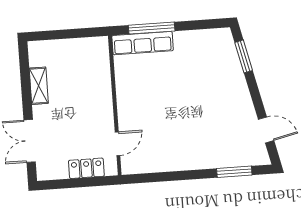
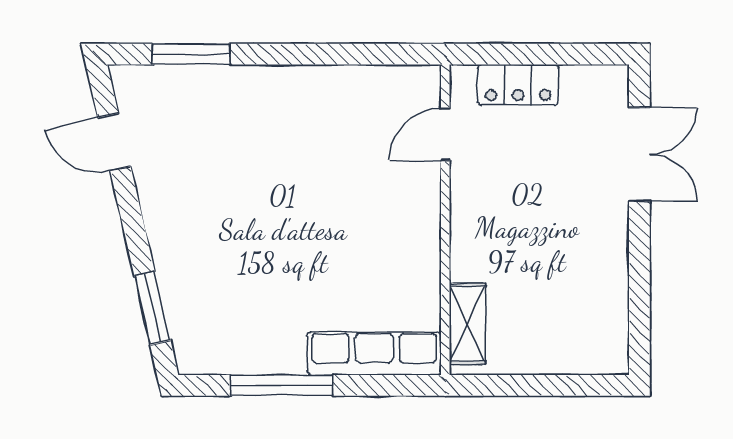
window: (152, 28) -> (282, 385), moved
shelving: (39, 86) -> (468, 324), moved

